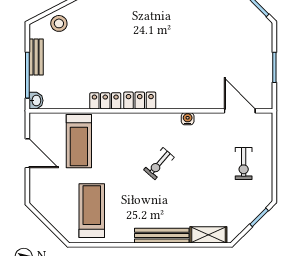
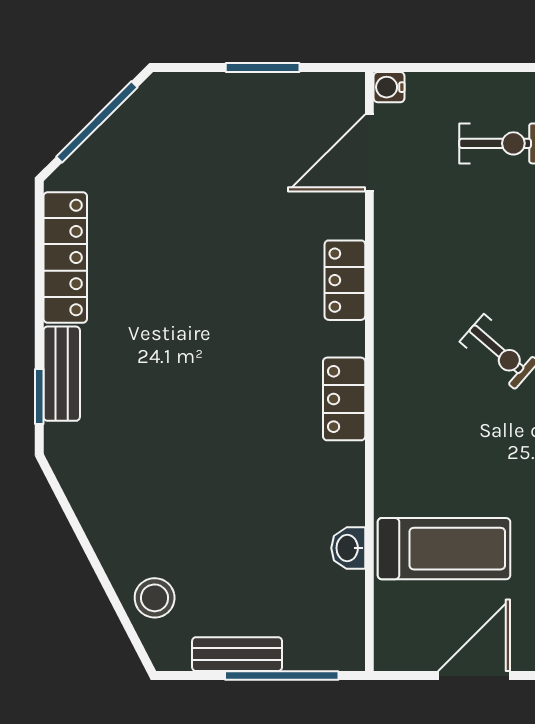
washbasin: (36, 101) -> (348, 548), moved, turned -90
locker: (105, 101) -> (345, 280), moved
water cooler: (188, 119) -> (389, 87), moved

